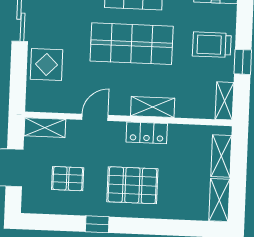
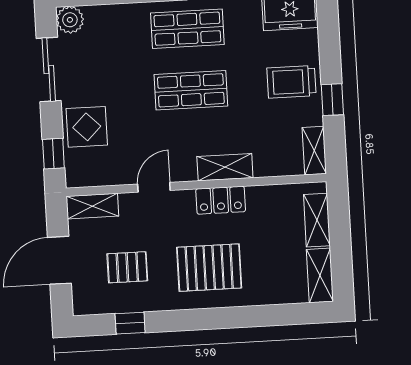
shop shelf: (132, 44) -> (191, 90), width x0.70, depth x0.74
window: (18, 83) -> (53, 154), added
window: (97, 224) -> (130, 323), moved

